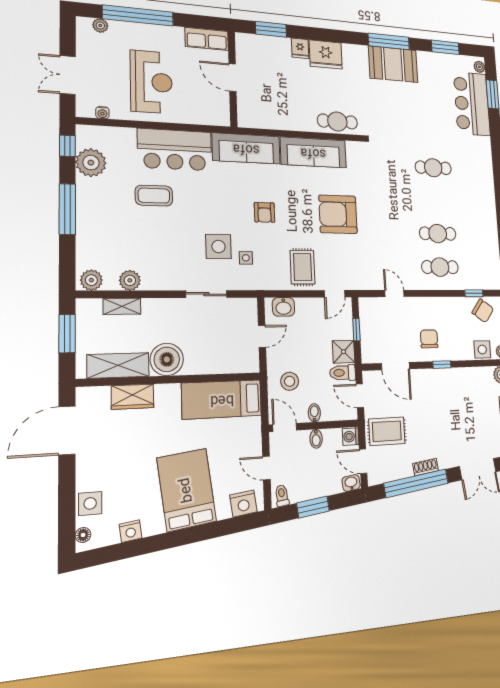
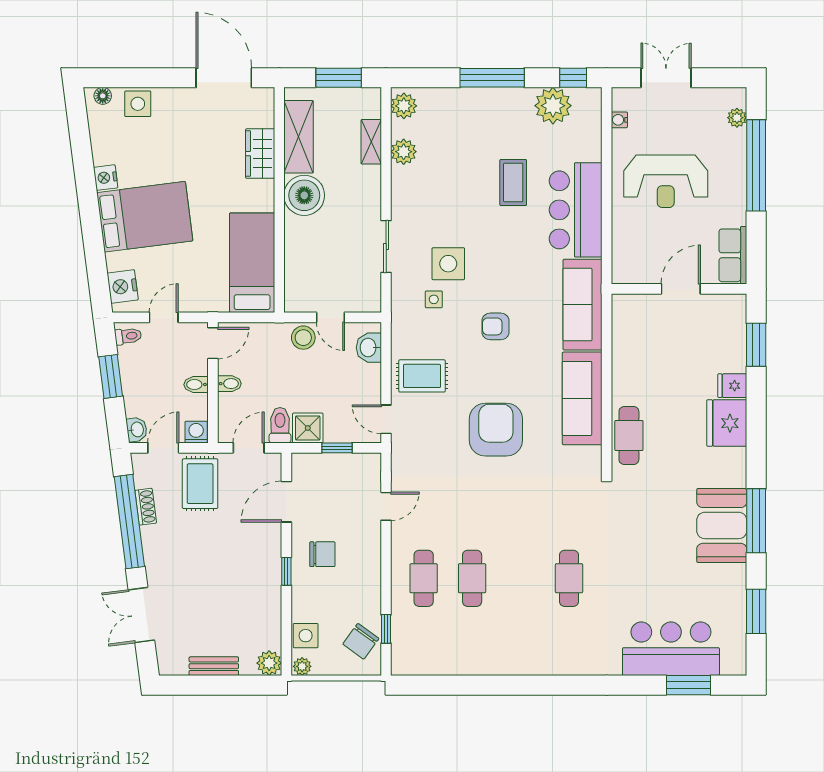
plant: (479, 67) -> (730, 666), removed
stool: (290, 381) -> (303, 338), moved
shoe rack: (426, 467) -> (146, 507), moved
nightstand: (131, 531) -> (106, 178), moved

